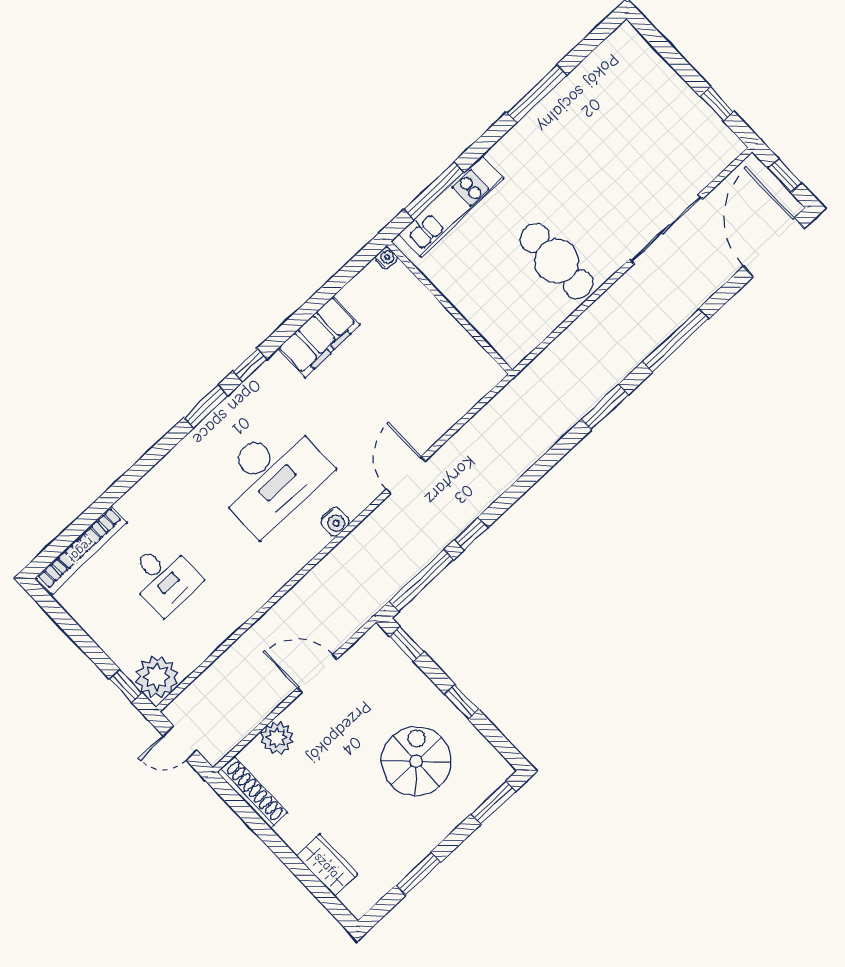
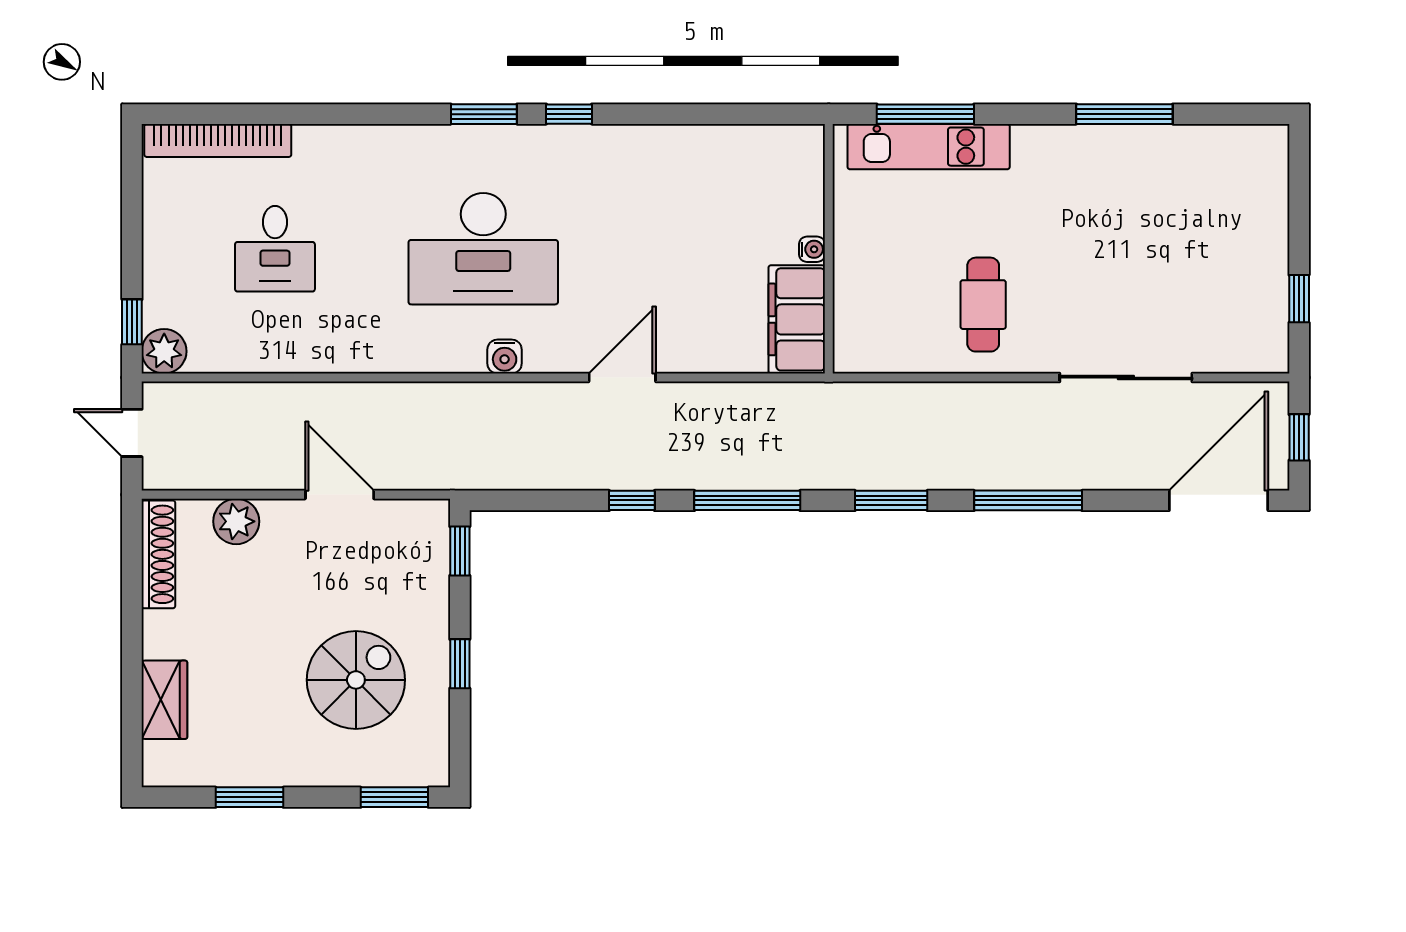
water cooler: (386, 258) -> (812, 249), moved
cafe table: (557, 261) -> (983, 305), width x0.73, depth x0.74
filing cabinet: (319, 337) -> (797, 319), moved, turned 90
window: (422, 580) -> (747, 500), moved
plant: (157, 677) -> (164, 351), width x0.73, depth x0.73

